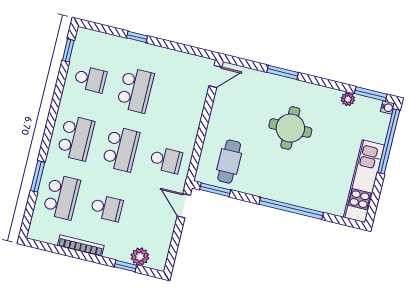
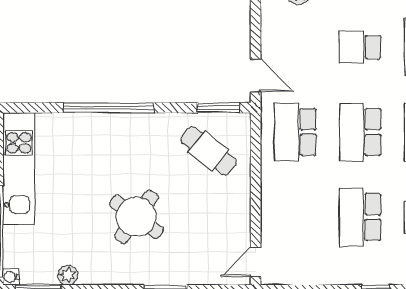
round table: (290, 128) -> (136, 217), turned 36
school desk: (166, 160) -> (295, 132), width x1.85
cafe table: (229, 162) -> (209, 151), turned -52

